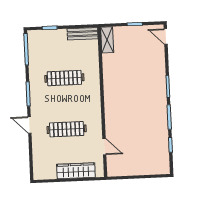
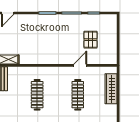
pallet: (137, 142) -> (91, 40), added
door: (104, 147) -> (80, 65), moved

